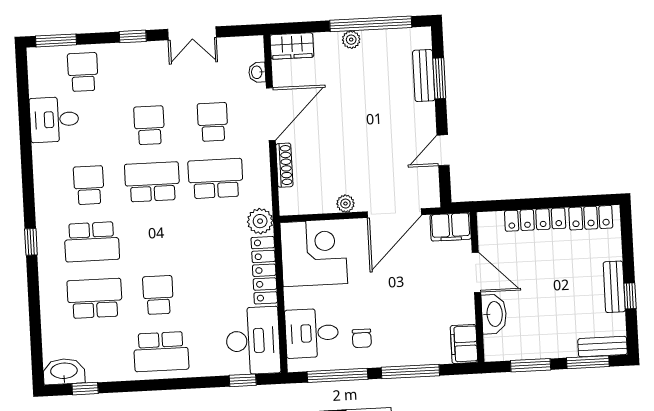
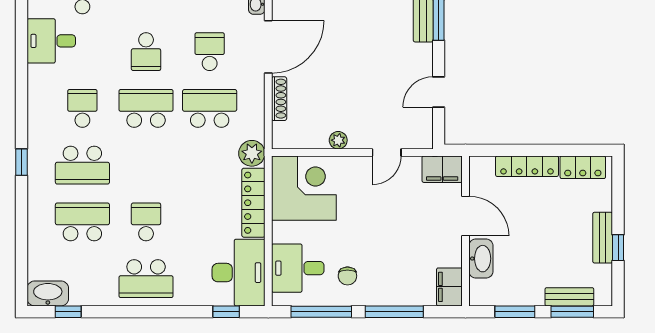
school desk: (149, 125) -> (146, 52), turned 180
door: (394, 213) -> (387, 152), width x0.53
bench: (603, 347) -> (569, 297), moved

